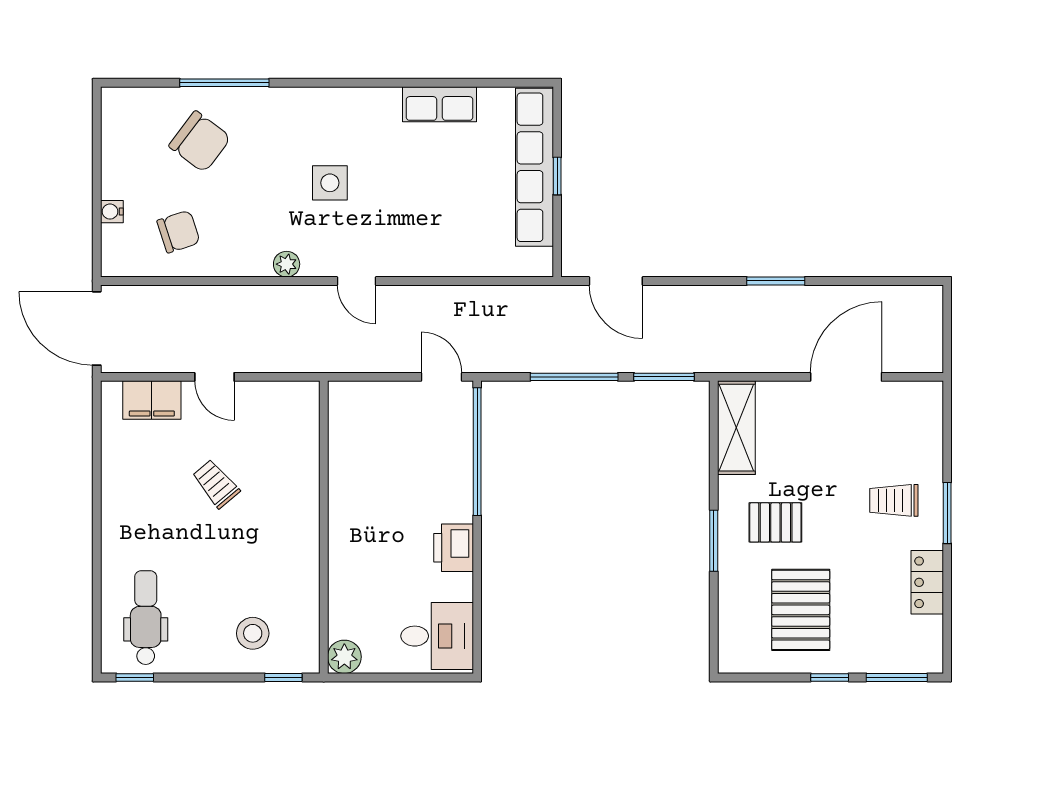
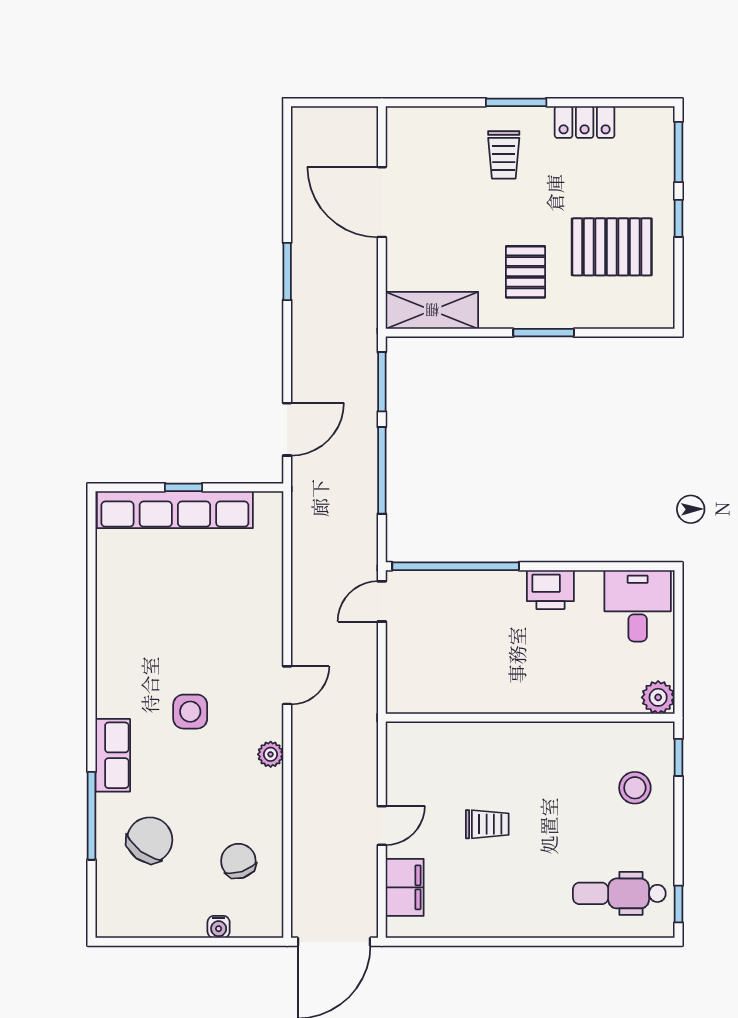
row of seats: (440, 104) -> (113, 755), moved
trolley: (216, 484) -> (487, 824), turned -140

